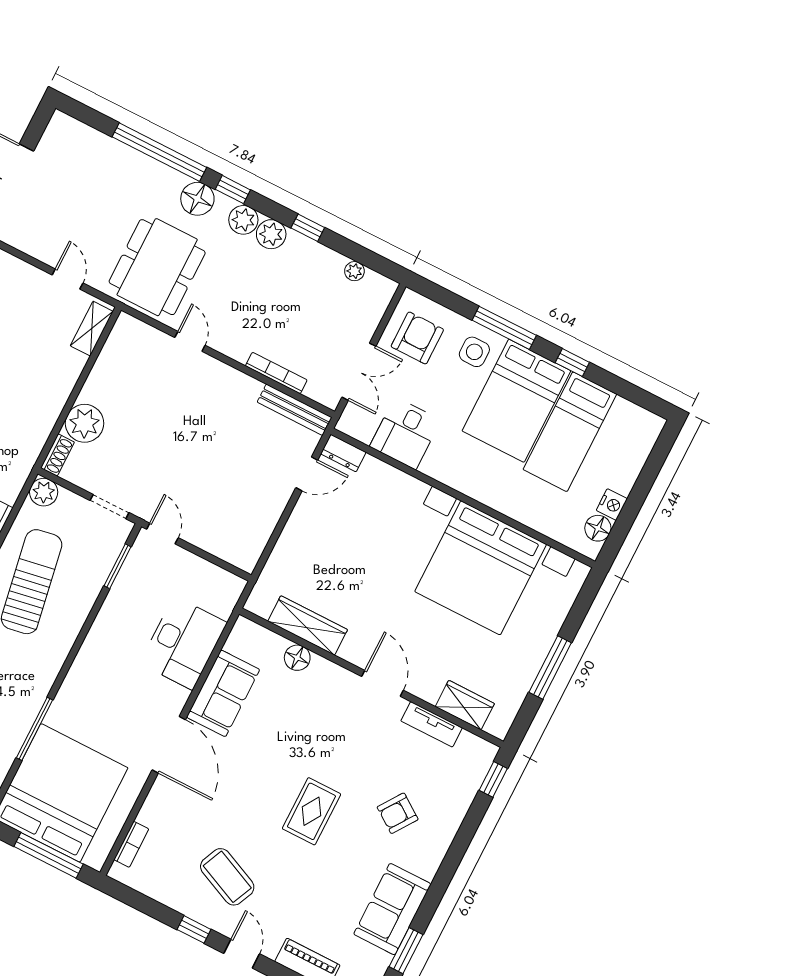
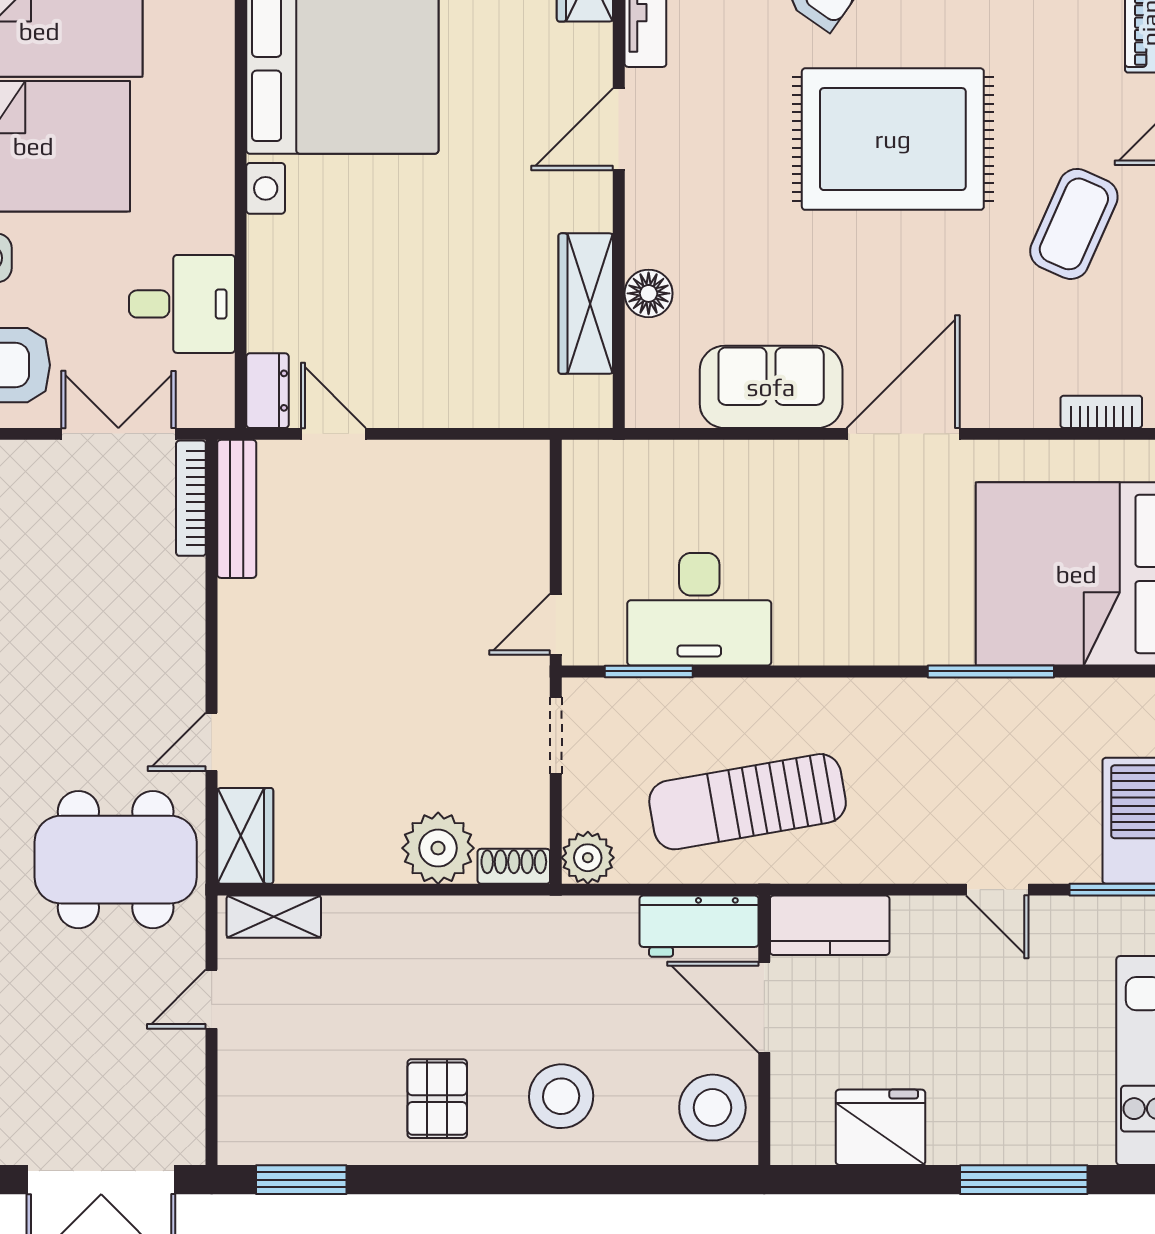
wardrobe: (137, 335) -> (245, 836), added
bookcase: (276, 373) -> (191, 498), moved
desk: (183, 643) -> (699, 609), moved, turned 180
rug: (311, 811) -> (893, 139), width x1.86, depth x2.06

